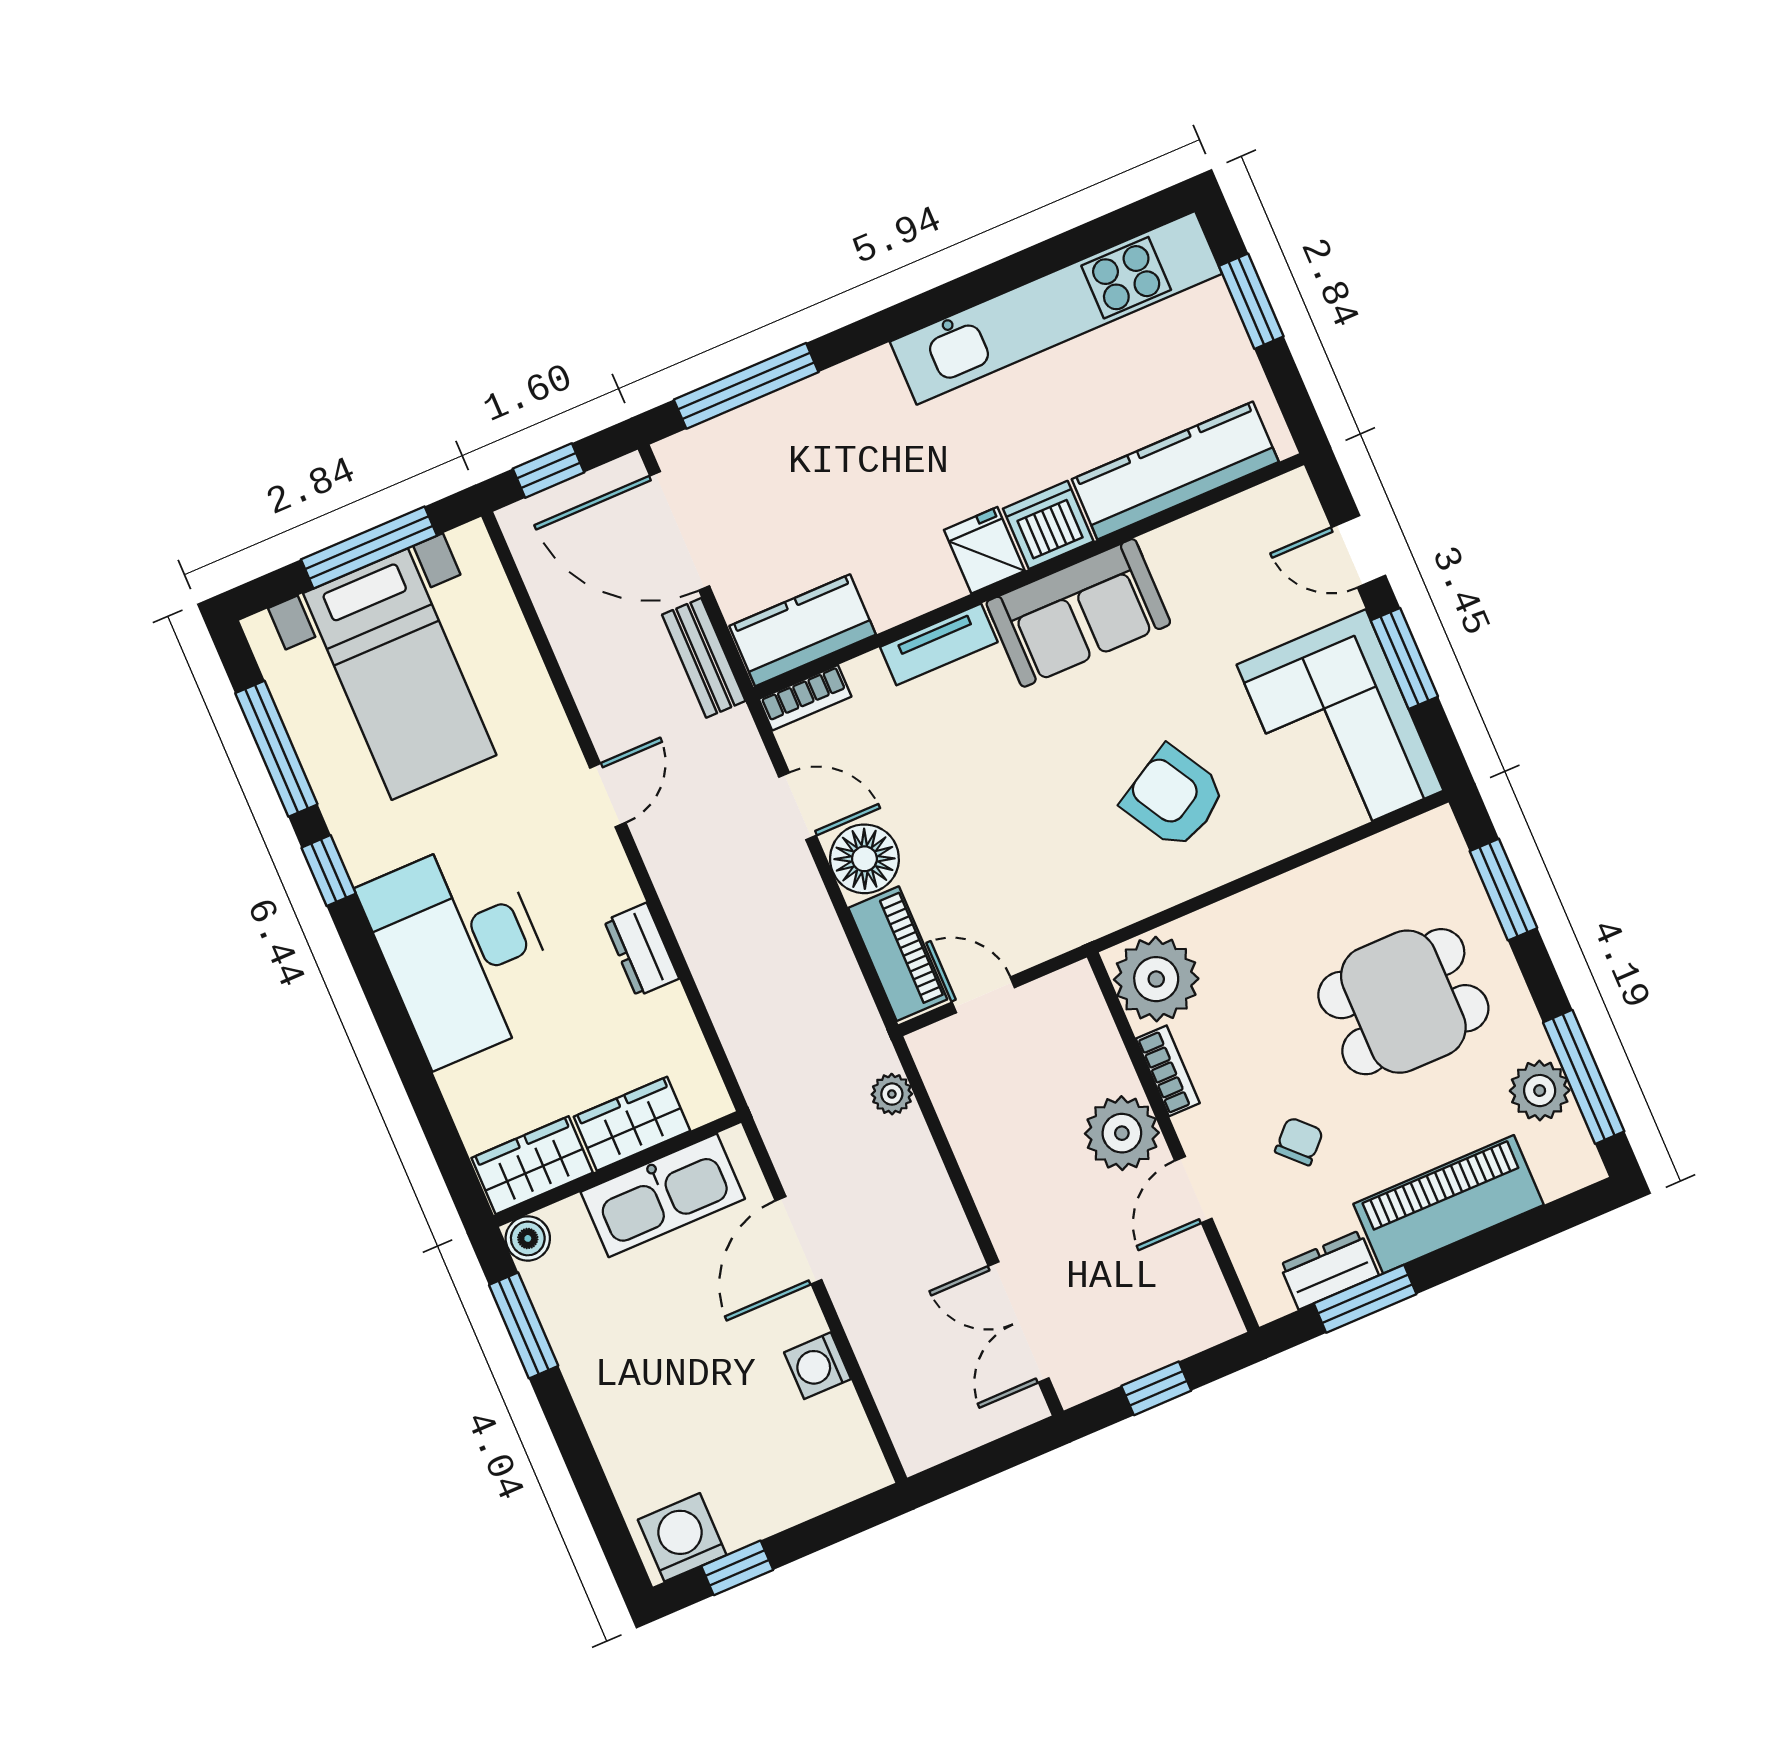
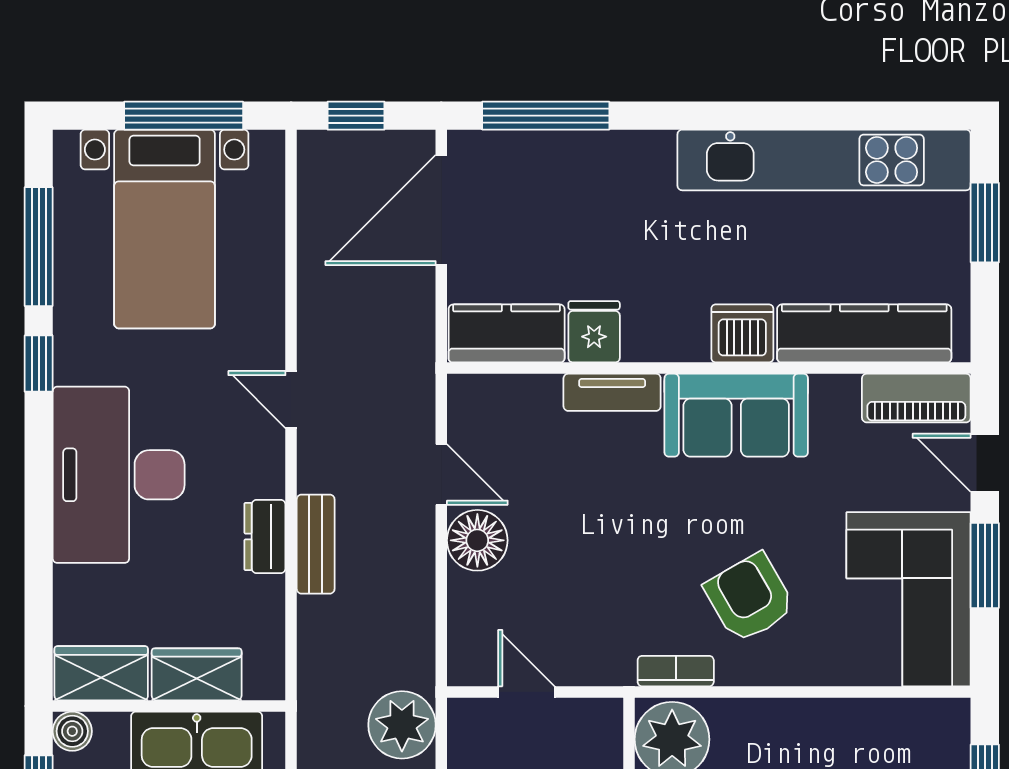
door: (680, 531) -> (441, 210), hinge flipped
fridge: (984, 550) -> (594, 332), moved
bench: (704, 658) -> (316, 544), moved
bookcase: (805, 698) -> (676, 671), moved, turned 180
door: (608, 795) -> (291, 400), swing flipped
piano: (898, 954) -> (916, 398), moved, turned 90
plant: (892, 1094) -> (402, 725), width x1.88, depth x1.88

